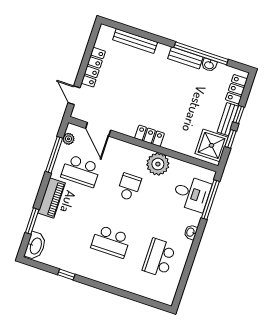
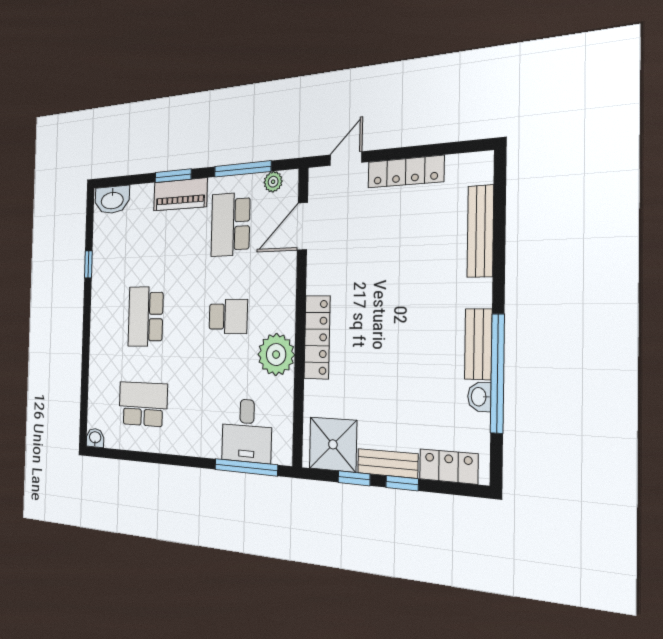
locker: (150, 136) -> (317, 337), width x1.53
window: (32, 221) -> (173, 176), moved
washbasin: (191, 232) -> (95, 438), moved

